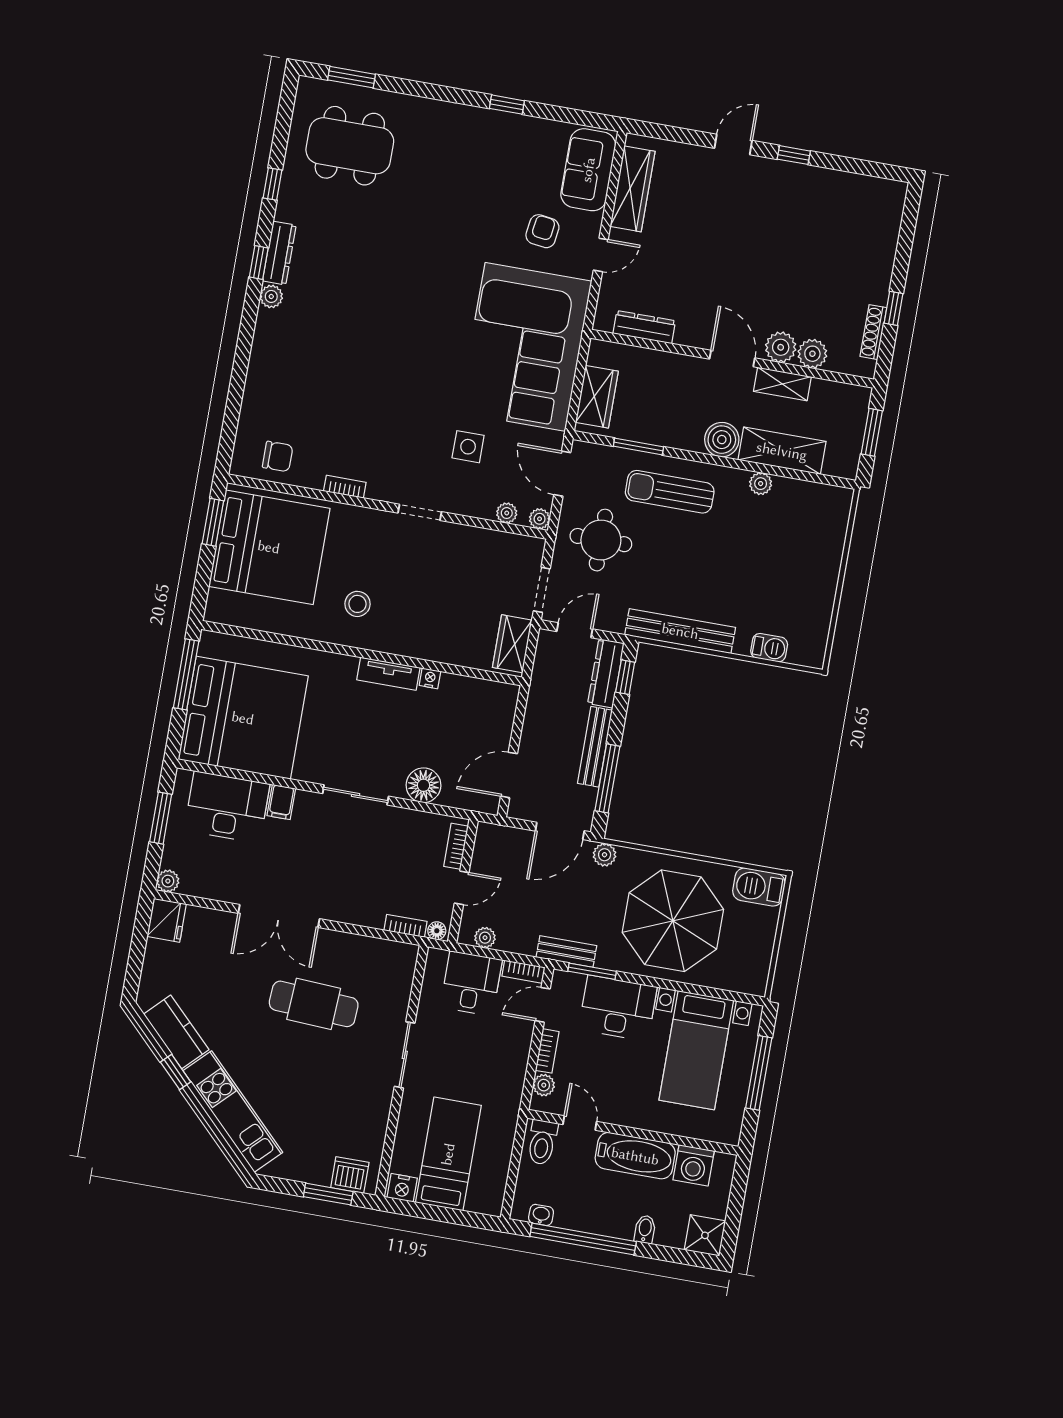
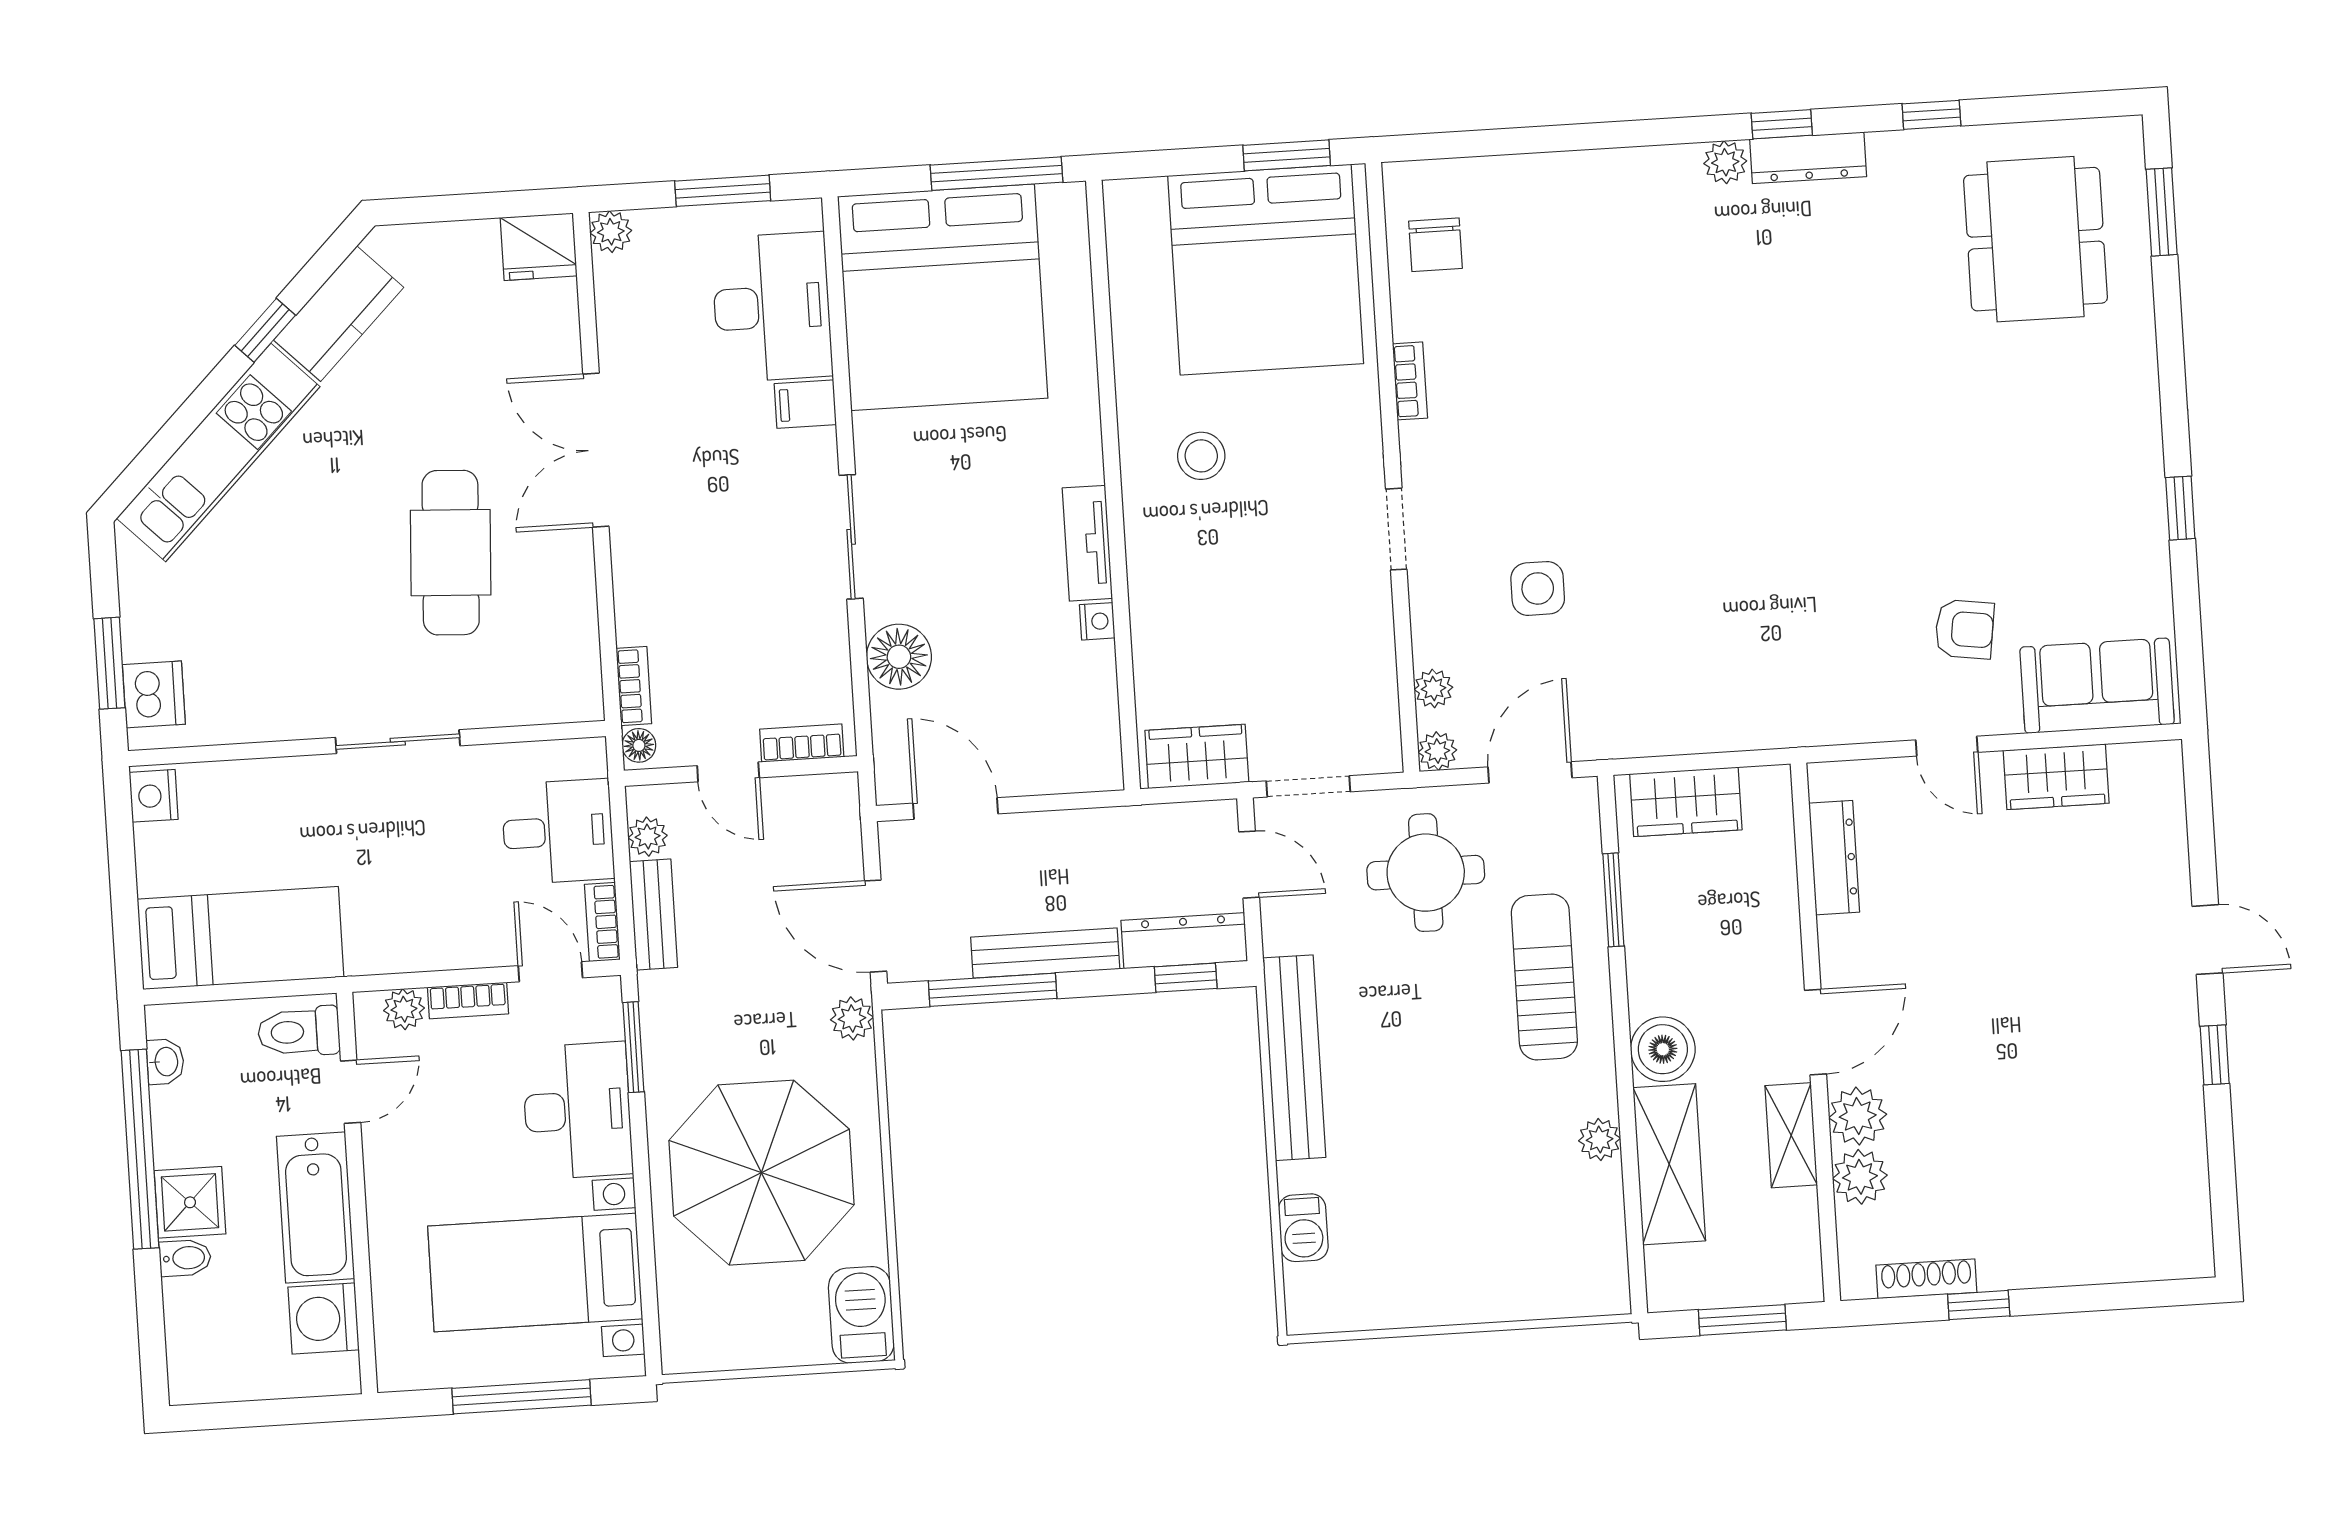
wardrobe: (633, 189) -> (2056, 777), width x0.67
corner sofa: (525, 347) -> (1745, 649), removed
bench: (566, 951) -> (653, 915), moved
bed: (448, 1154) -> (240, 938), moved
shower: (705, 1235) -> (190, 1202), moved

